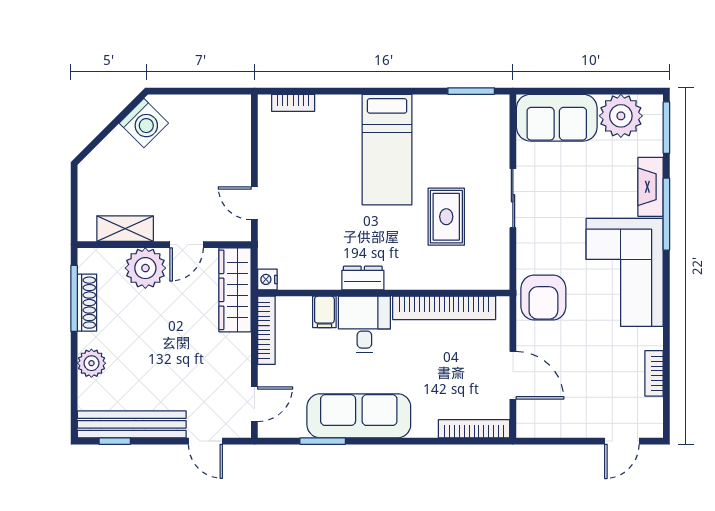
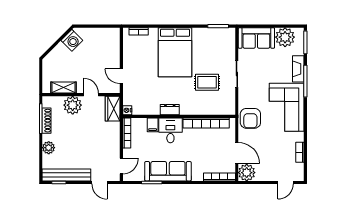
bed: (387, 150) -> (175, 52), width x1.50
rug: (446, 217) -> (207, 82), turned 90
door: (187, 245) -> (91, 95), swing flipped
wardrobe: (235, 290) -> (113, 109), width x0.67
plant: (535, 419) -> (247, 173), added

